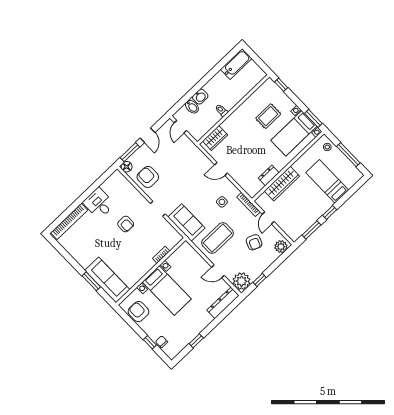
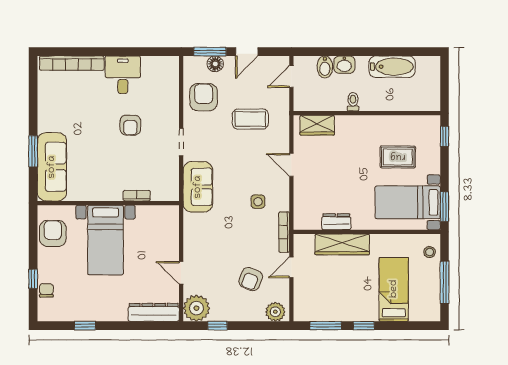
bathtub: (236, 64) -> (392, 67), moved
floor lamp: (127, 167) -> (215, 64), moved
coffee table: (217, 238) -> (250, 119), moved, width x0.73, depth x0.76

